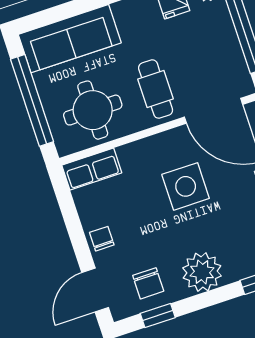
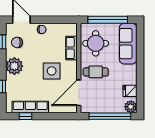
row of seats: (92, 169) -> (72, 48), moved

